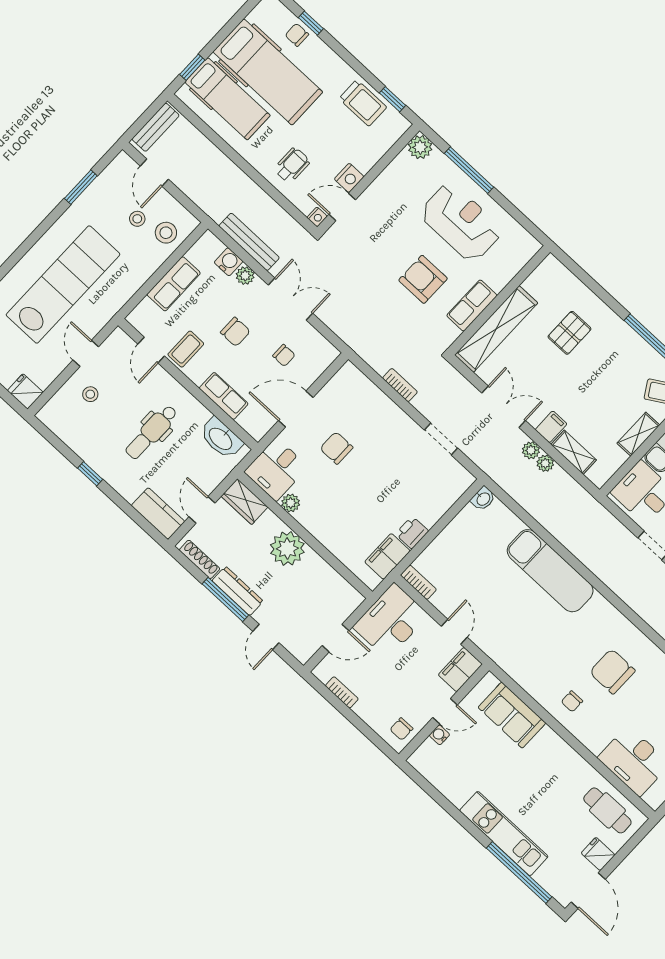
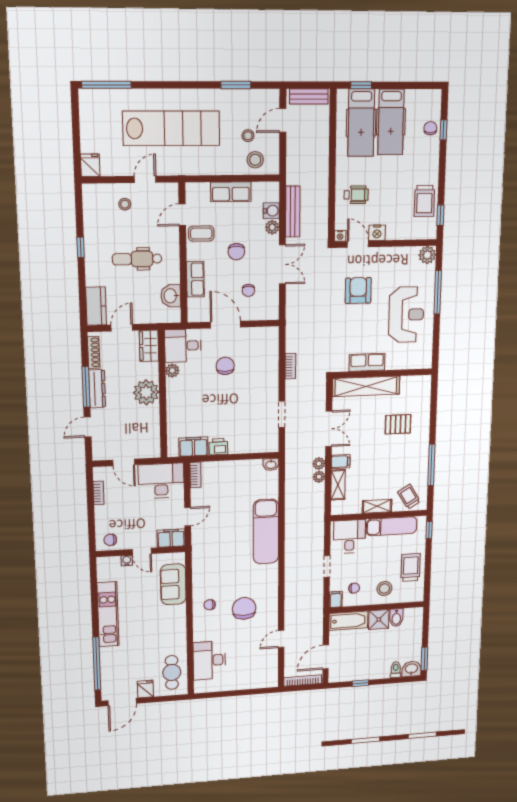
hospital bed: (268, 72) -> (391, 122), width x0.73, depth x0.78
armchair: (423, 279) -> (358, 290), moved
washbasin: (221, 438) -> (171, 296), width x0.72
kitchen unit: (504, 834) -> (108, 614), moved

